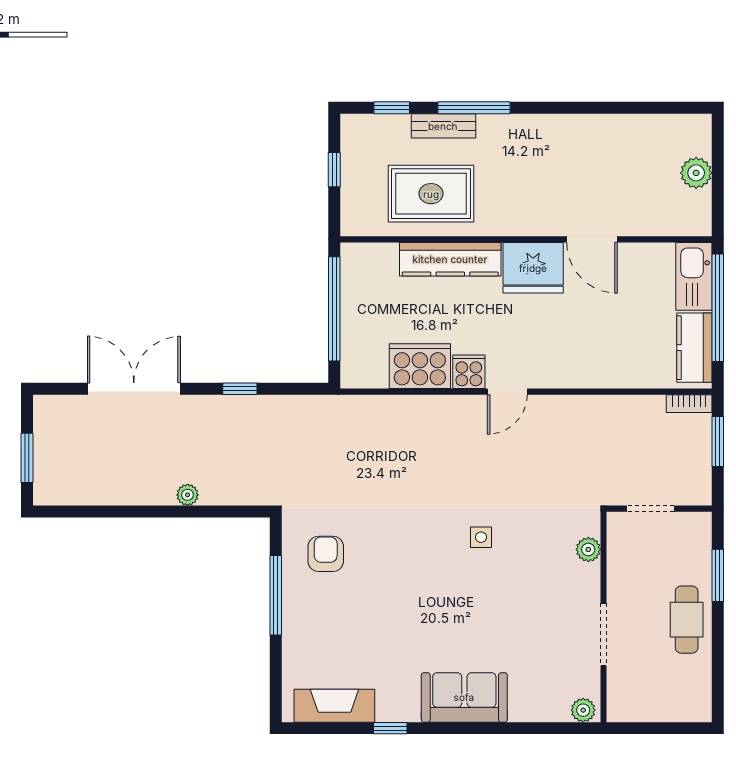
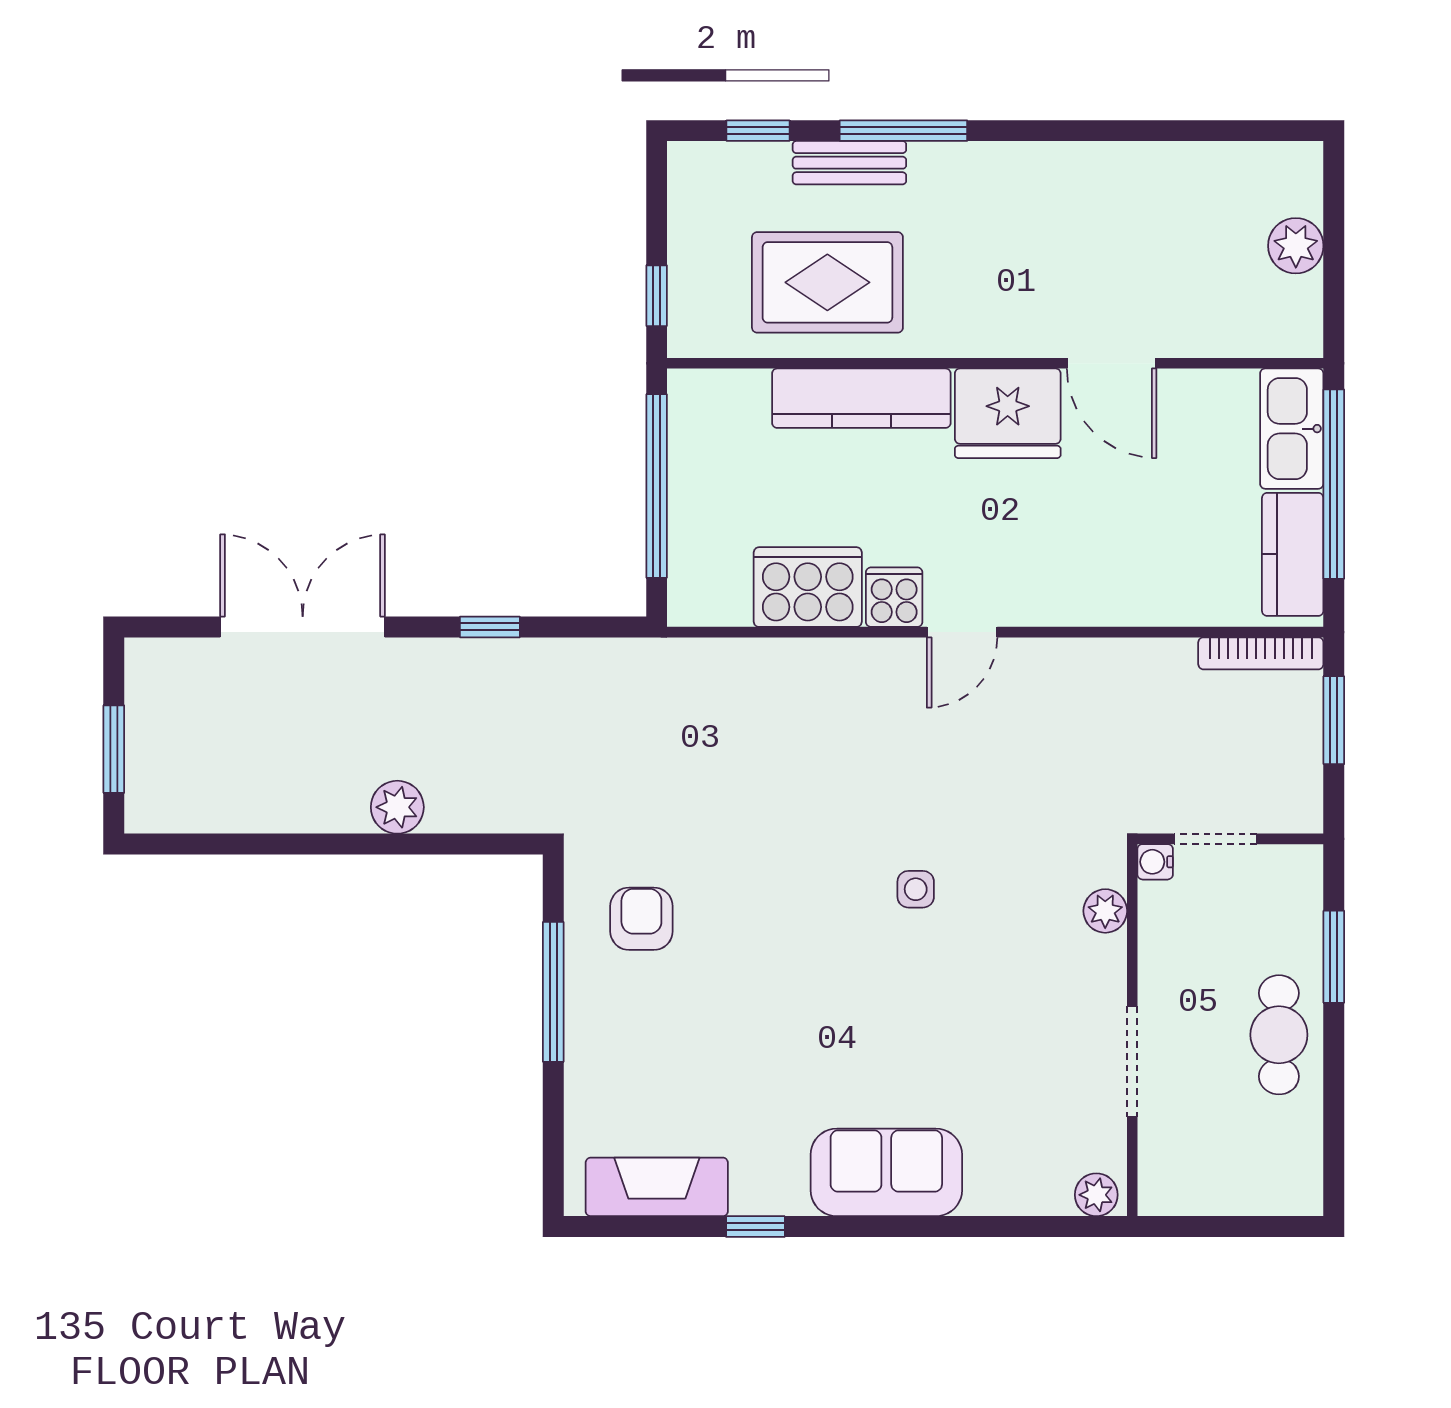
window: (334, 170) -> (657, 296), moved
bookcase: (689, 404) -> (1261, 653), width x1.56
plant: (188, 495) -> (397, 807), width x1.38, depth x1.38
water cooler: (617, 522) -> (1155, 862), added

